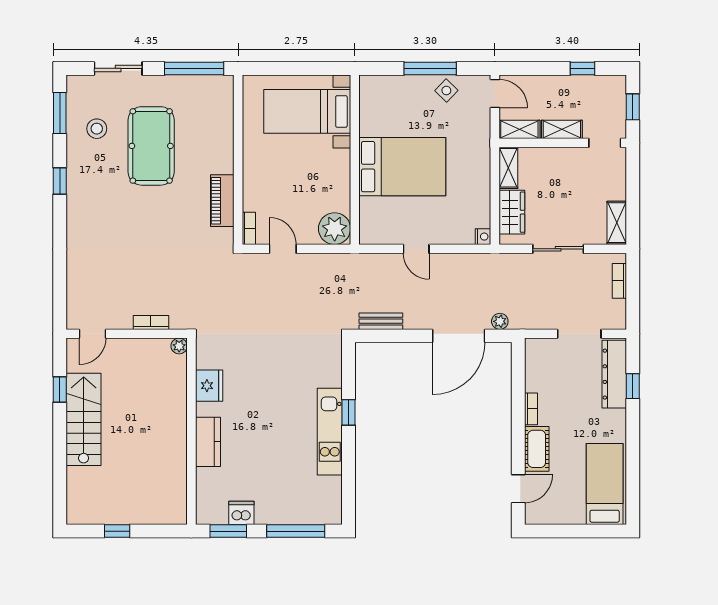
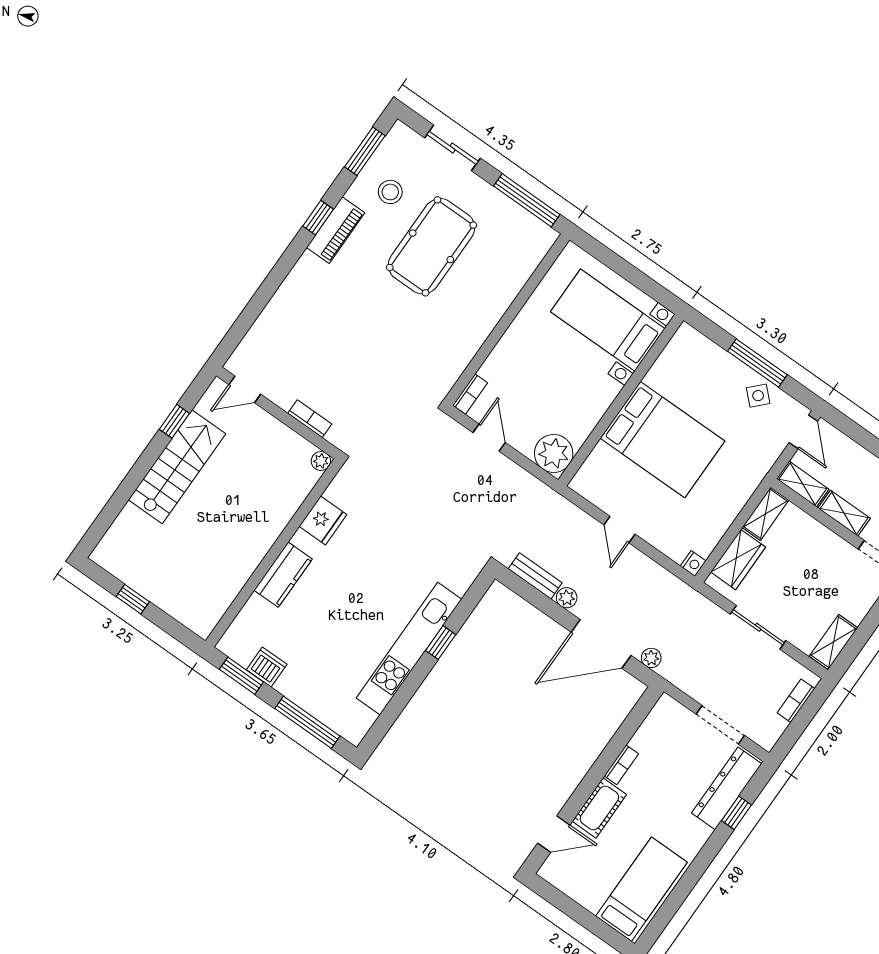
piano: (222, 201) -> (336, 230), moved, turned 180
plant: (413, 321) -> (567, 598), added
kitchen unit: (330, 432) -> (409, 649), width x1.36

